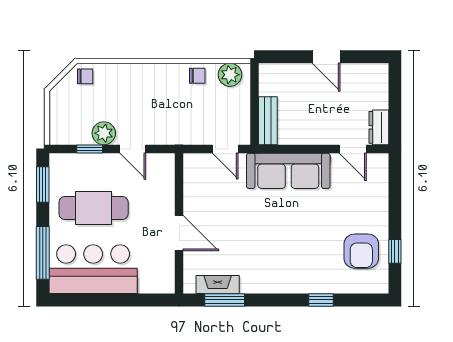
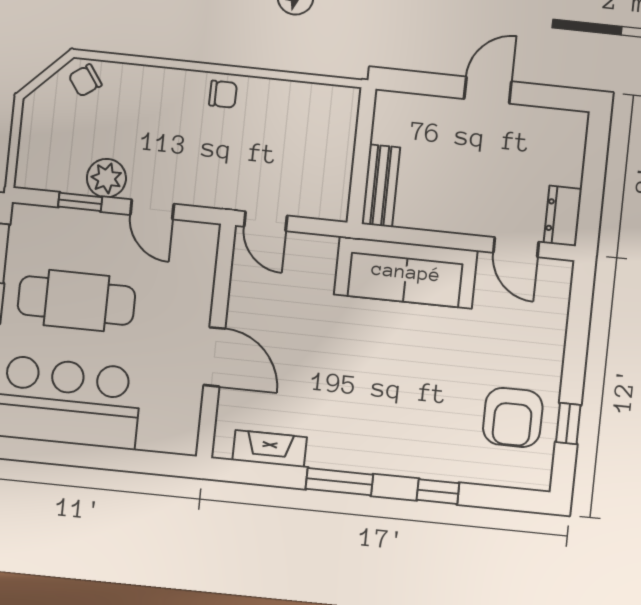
door: (326, 57) -> (488, 90), swing flipped
plant: (230, 75) -> (326, 103), removed
chair: (85, 76) -> (85, 80), turned 145
chair: (197, 76) -> (223, 94), moved
door: (225, 149) -> (266, 221), moved
window: (225, 300) -> (339, 482), moved

